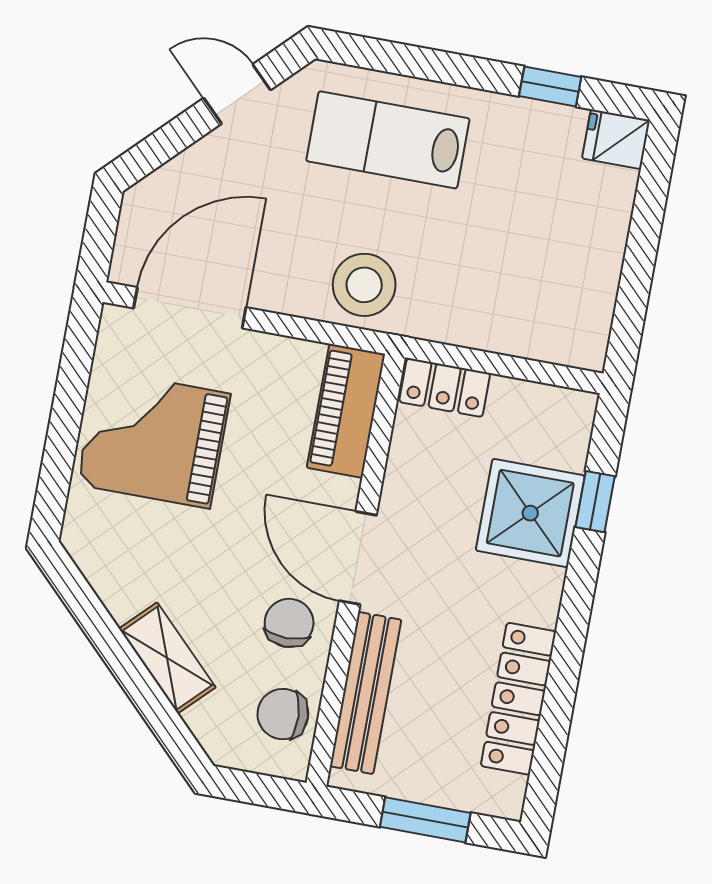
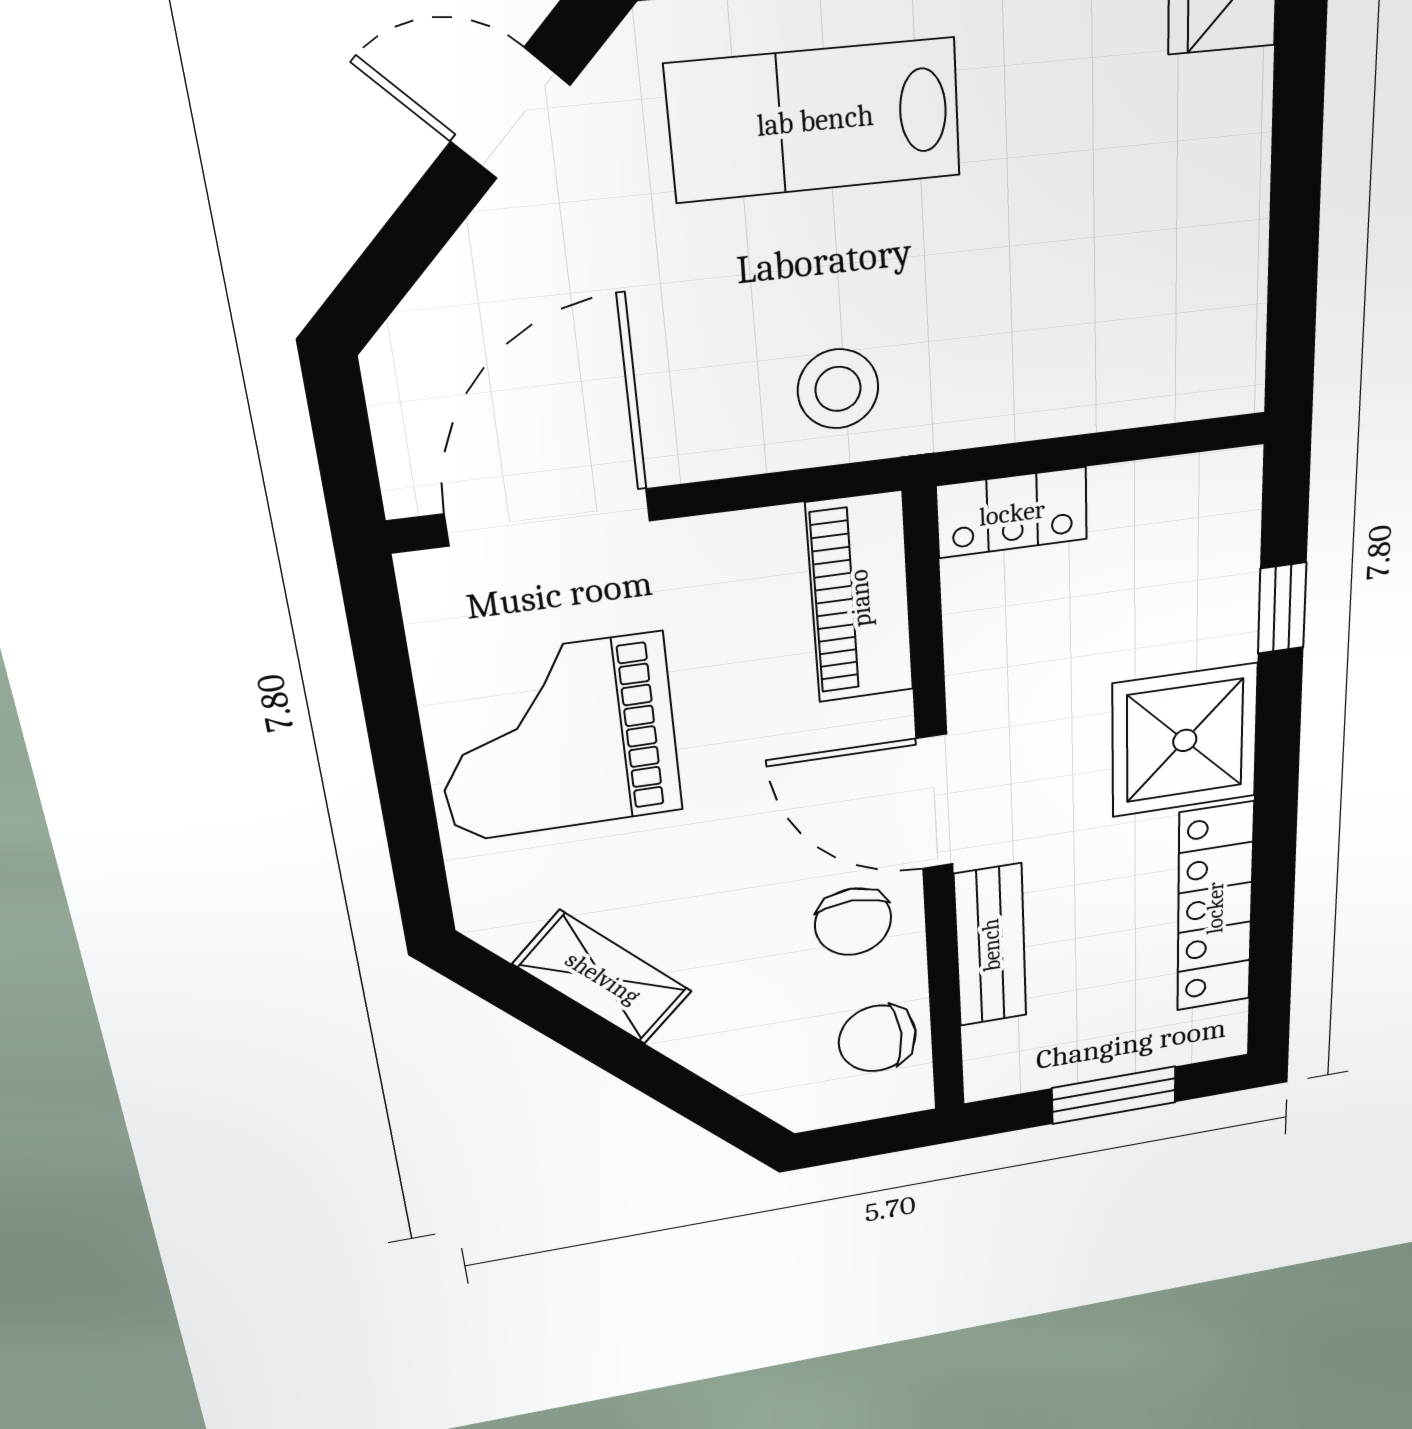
stool: (364, 285) -> (838, 389), width x0.73, depth x0.73
shower: (530, 513) -> (1185, 740), moved
chair: (289, 623) -> (853, 922), turned 180
shelving: (167, 658) -> (603, 978), moved
bench: (366, 693) -> (991, 945), width x0.73

